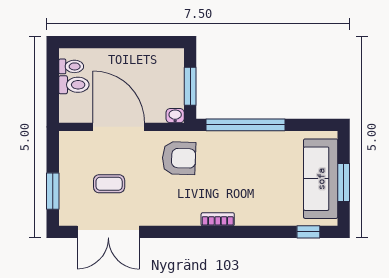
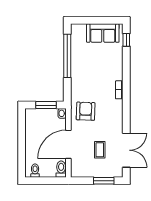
toilet: (74, 85) -> (61, 169), moved
window: (245, 125) -> (67, 56), moved
sofa: (321, 179) -> (103, 33), width x0.73
window: (344, 183) -> (99, 20), removed

